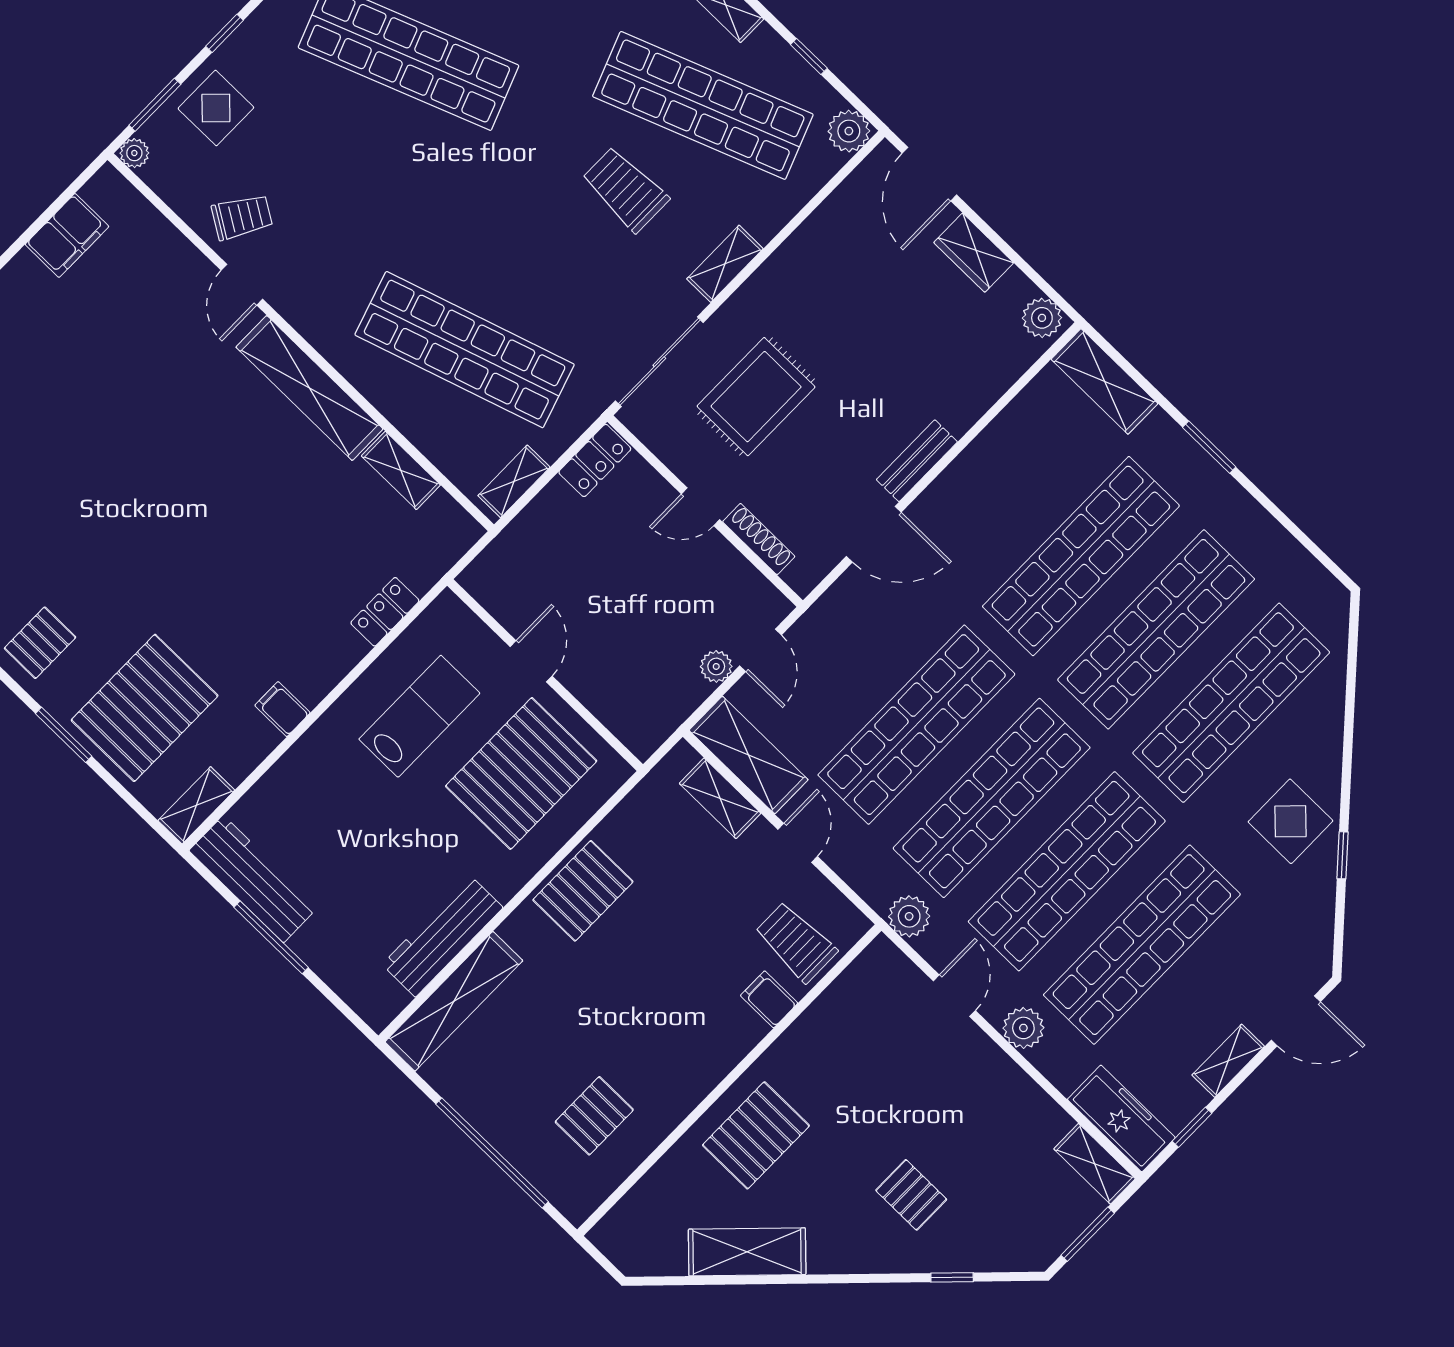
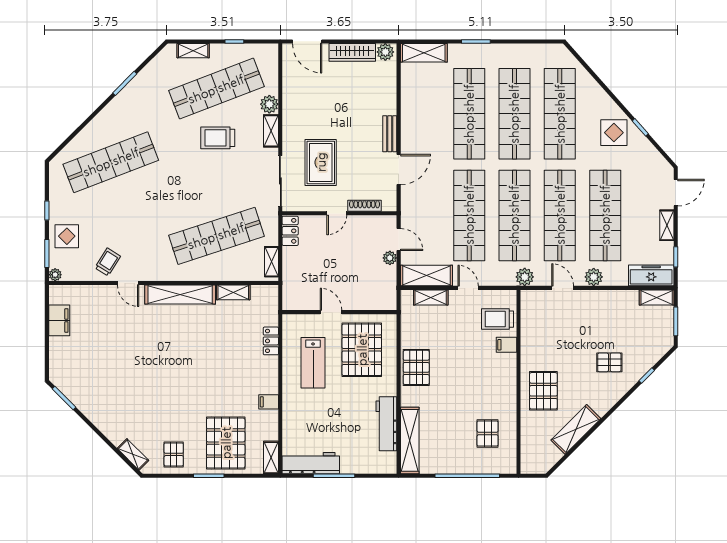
plant: (849, 131) -> (269, 104), moved
wardrobe: (974, 253) -> (352, 52), width x1.50
lab bench: (419, 716) -> (313, 363), turned 180

